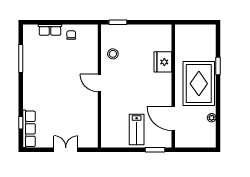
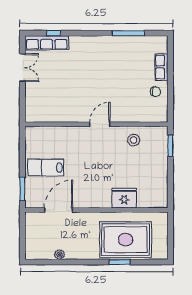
rug: (199, 84) -> (126, 240), moved
double door: (66, 150) -> (22, 68), moved

